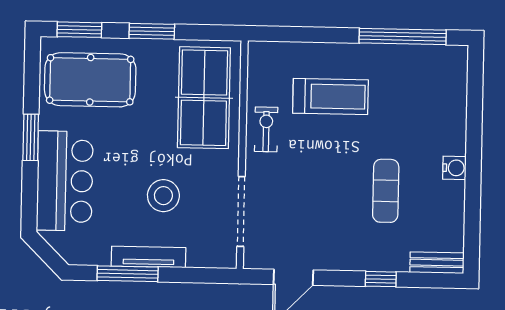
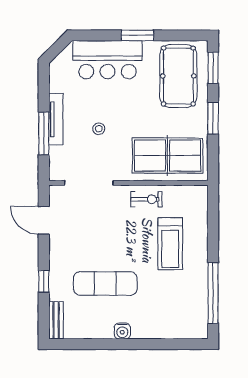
exercise mat: (386, 191) -> (105, 283), width x1.36, depth x1.45
stool: (163, 196) -> (99, 129), width x0.53, depth x0.53
window: (128, 274) -> (44, 134), moved

